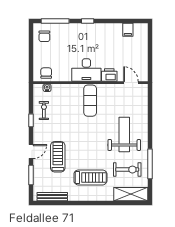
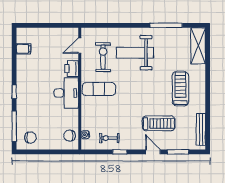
treadmill: (58, 157) -> (159, 123), turned 180
exercise bike: (127, 170) -> (103, 57), moved

